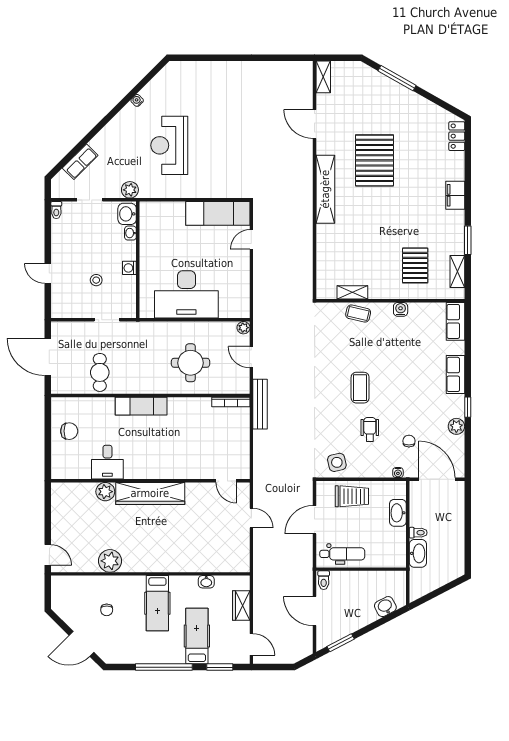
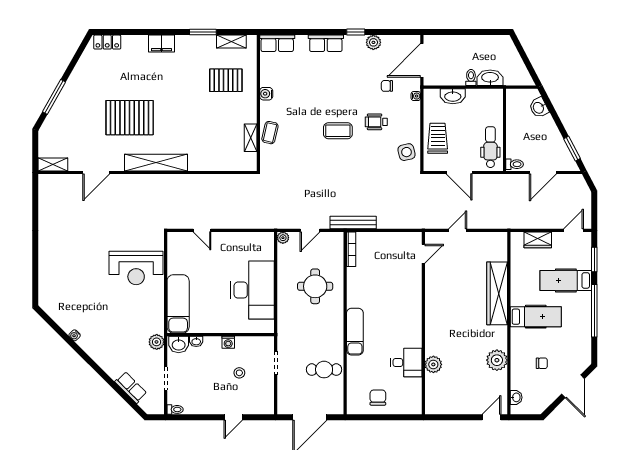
reception desk: (169, 145) -> (136, 268), moved
exam couch: (218, 213) -> (178, 304), moved
wardrobe: (150, 493) -> (497, 293), moved, turned 180
washbasin: (206, 582) -> (516, 397), moved

